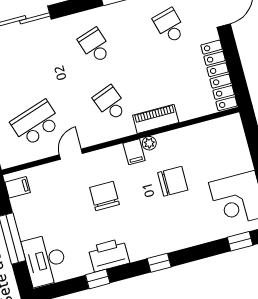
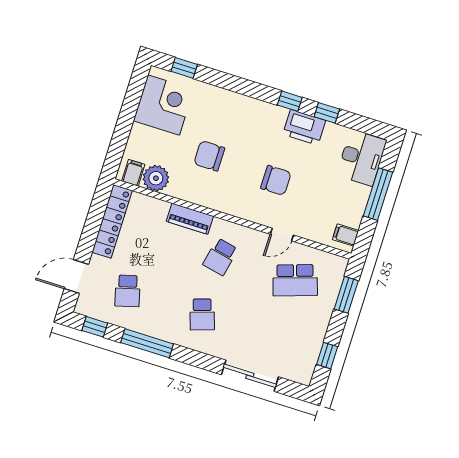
school desk: (110, 103) -> (220, 257), turned 33
plant: (149, 143) -> (156, 178), moved, width x1.87, depth x1.87
filing cabinet: (134, 152) -> (133, 173), moved
chair: (104, 196) -> (276, 180), turned -90
window: (159, 263) -> (290, 101), moved

